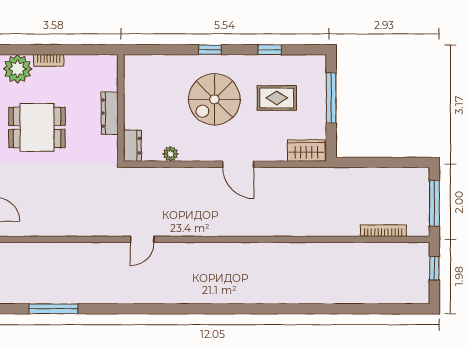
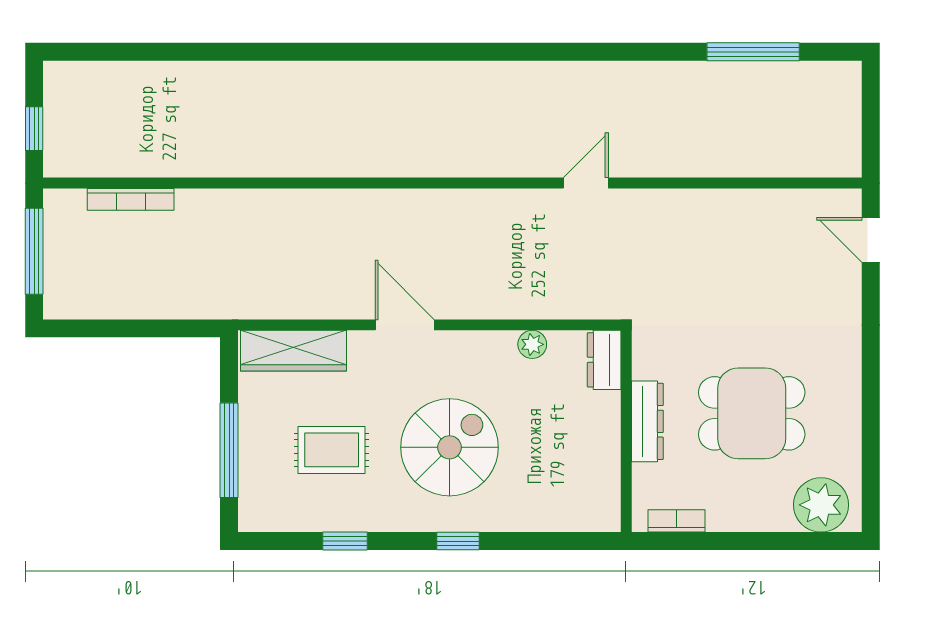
bookcase: (49, 60) -> (677, 521), moved
dining table: (37, 127) -> (752, 413), moved
wardrobe: (306, 151) -> (293, 351), width x1.50

